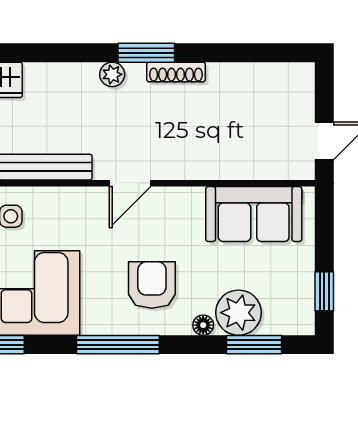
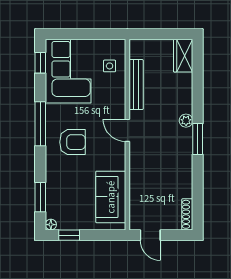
shoe rack: (176, 72) -> (187, 214), moved
plant: (239, 313) -> (58, 189), removed
floor lamp: (203, 325) -> (51, 225), moved

